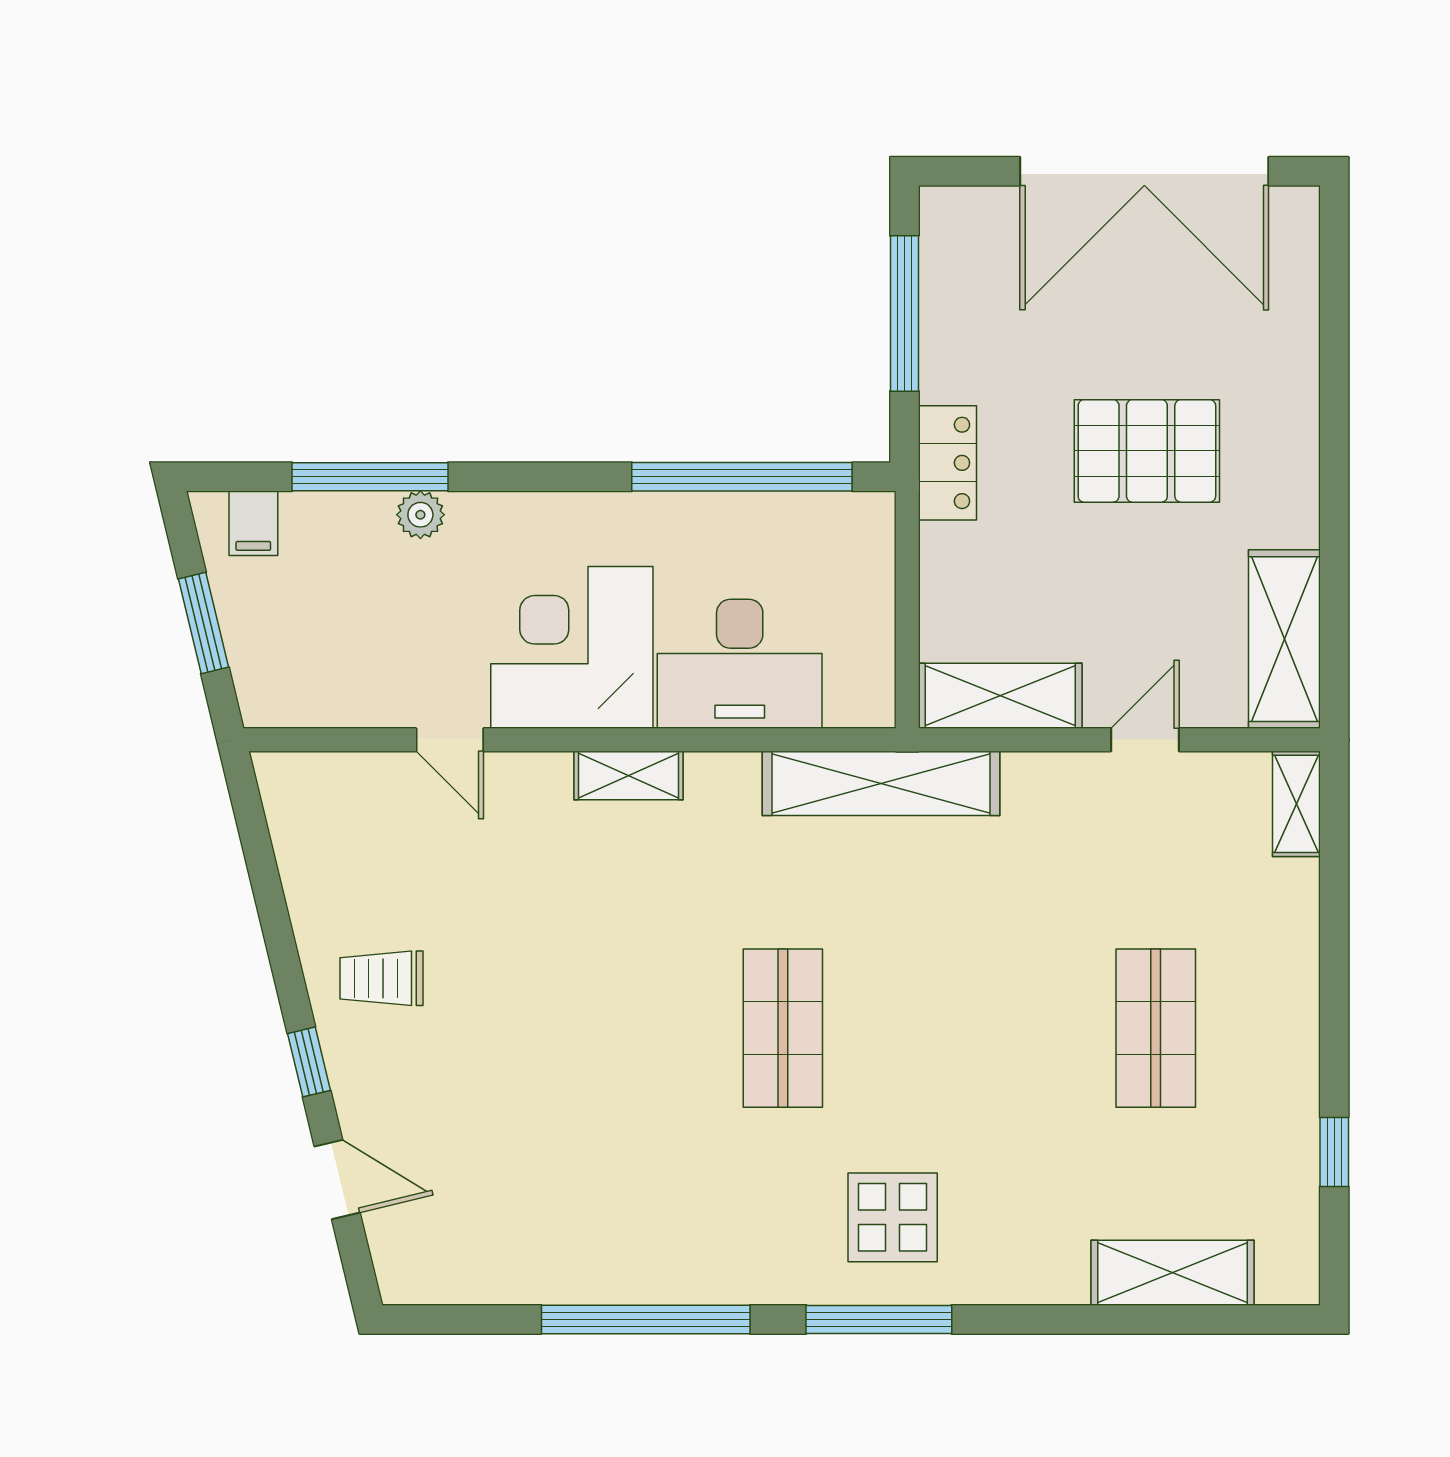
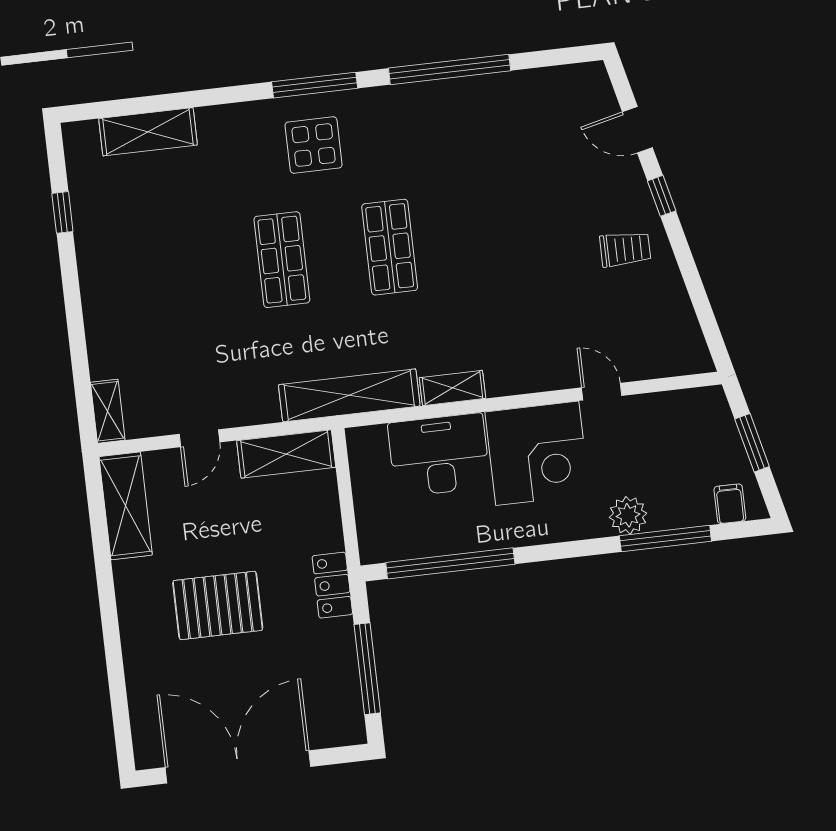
plant: (420, 515) -> (628, 515), width x1.38, depth x1.38
shelving: (629, 776) -> (453, 388), moved
shop shelf: (1156, 1028) -> (282, 260), moved

